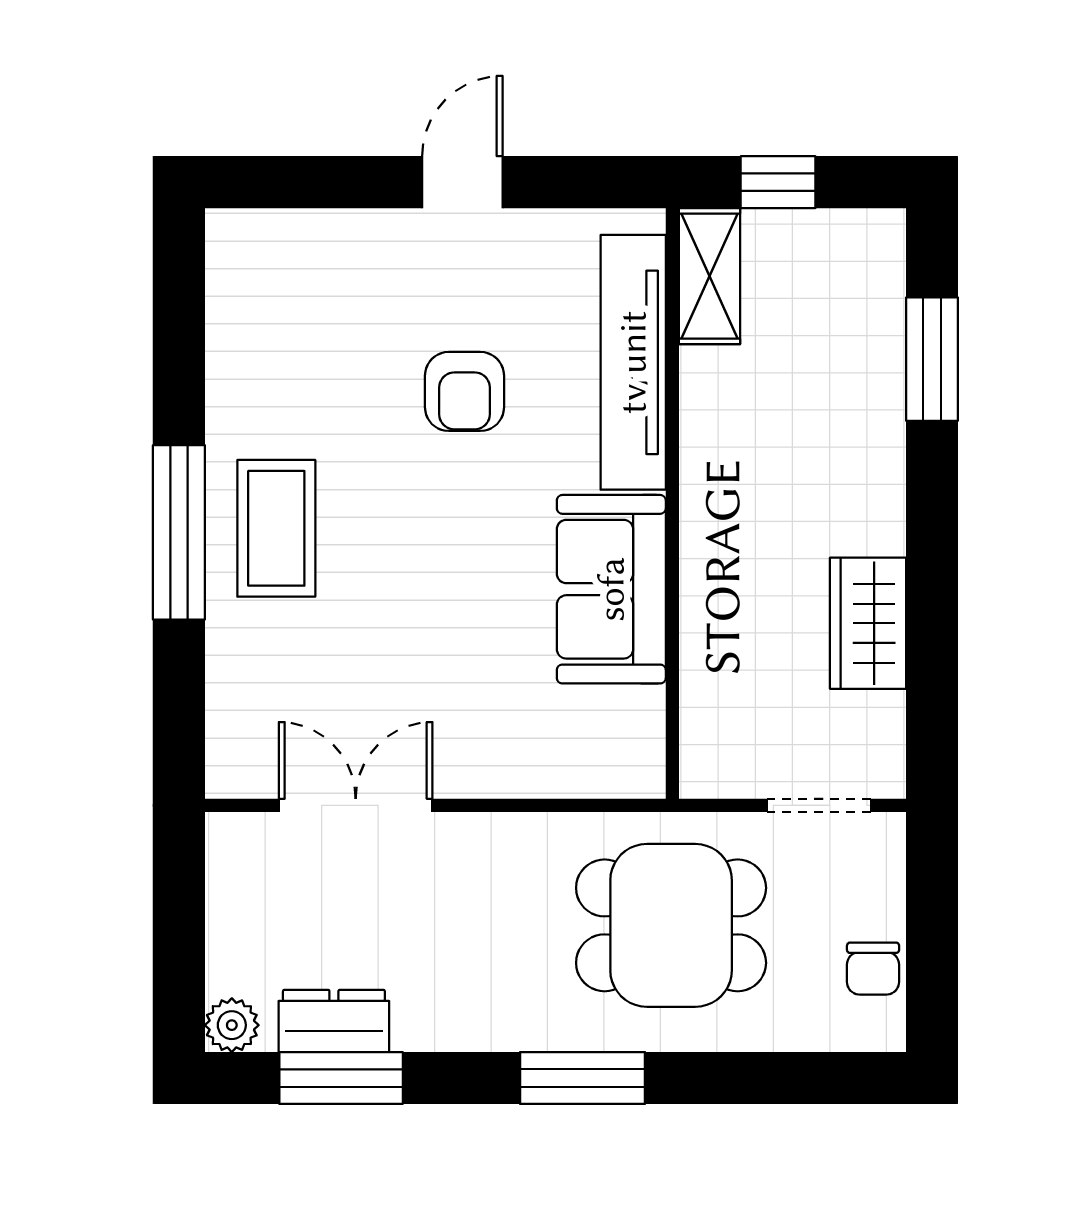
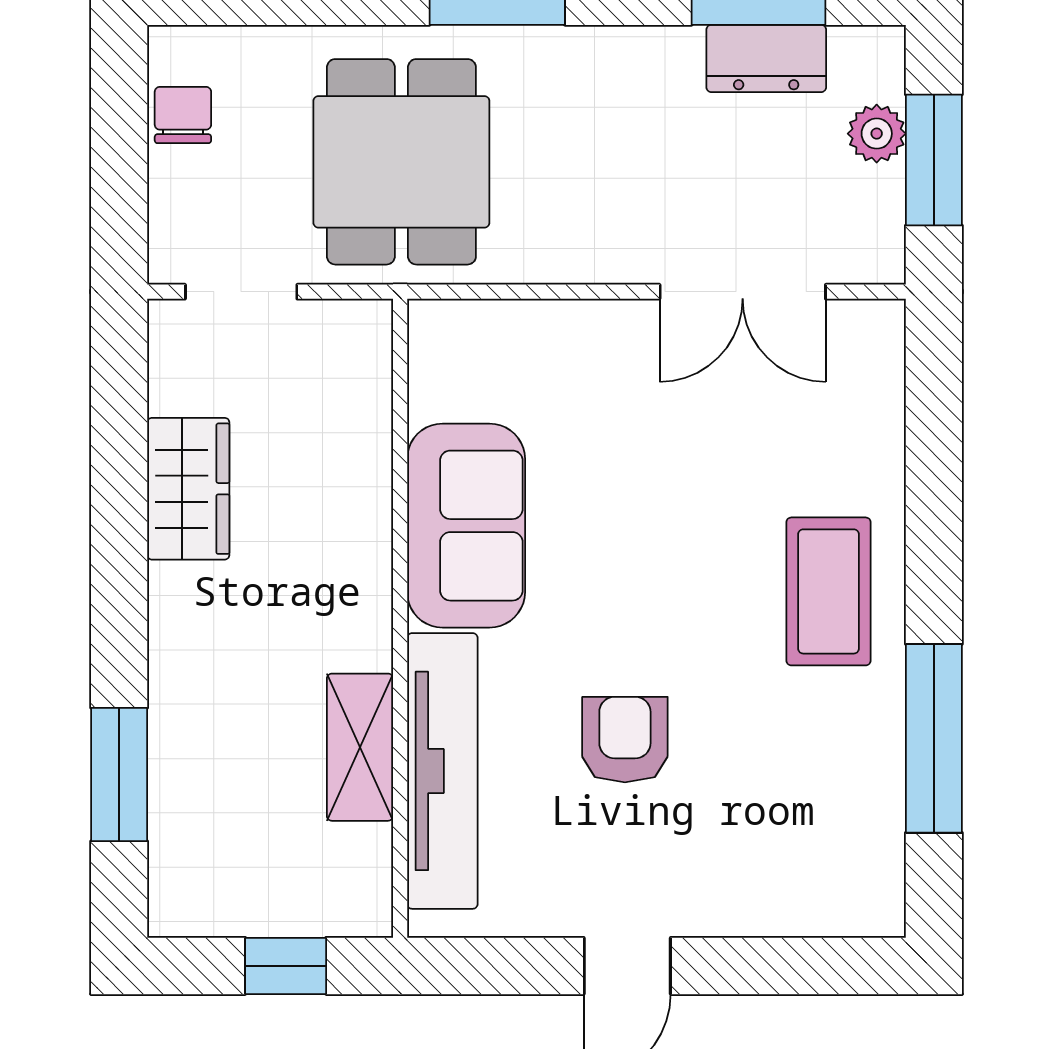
shelving: (709, 276) -> (360, 747), moved
window: (179, 532) -> (934, 738), moved
dining table: (671, 925) -> (401, 162), turned 90
window: (179, 927) -> (934, 160), added
plant: (232, 1025) -> (877, 134), moved

